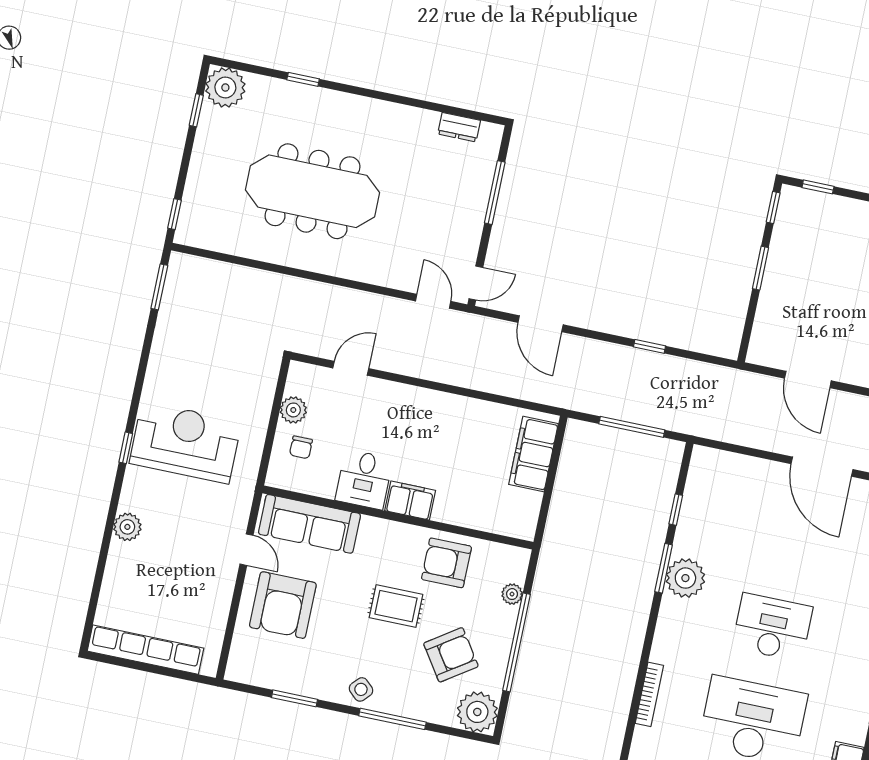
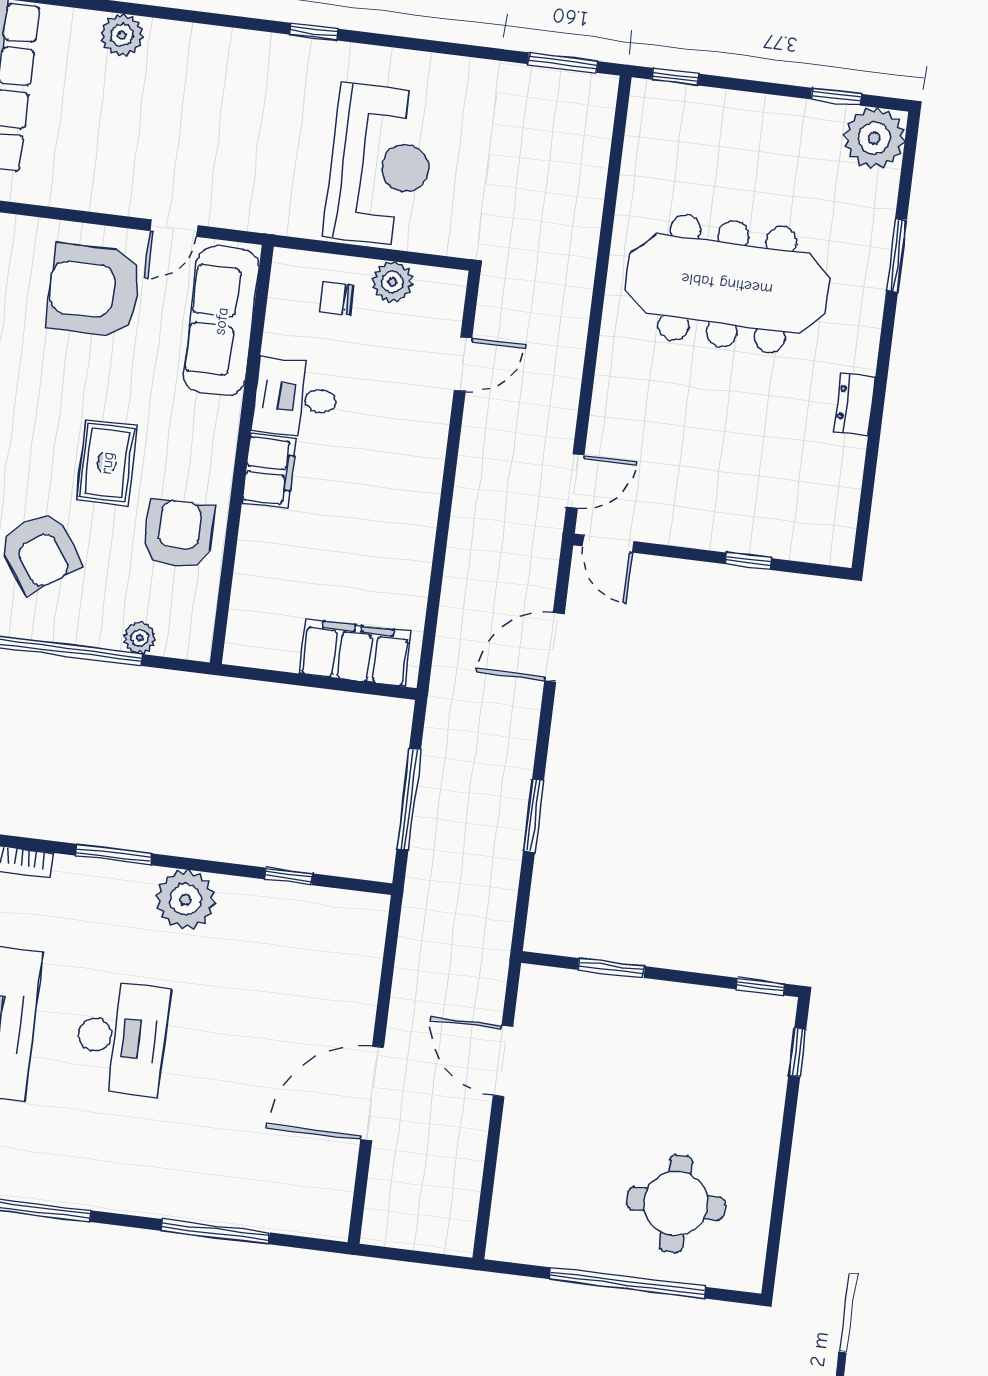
window: (303, 79) -> (897, 255), width x1.50
dresser: (459, 127) -> (855, 404), moved
meeting table: (312, 191) -> (727, 284), turned 90
window: (495, 193) -> (748, 561), width x0.46
window: (760, 268) -> (611, 968), moved
window: (650, 346) -> (534, 816), width x1.50
door: (351, 368) -> (463, 364), hinge flipped
door: (808, 380) -> (503, 1061), hinge flipped
reception desk: (185, 442) -> (380, 165), moved
plant: (127, 527) -> (122, 35), moved
window: (664, 568) -> (113, 855), moved

